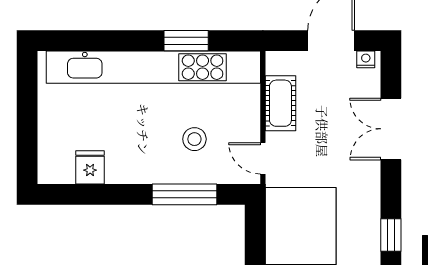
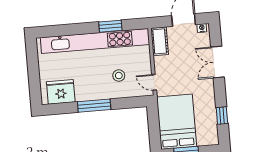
cot: (280, 103) -> (160, 41), moved
fridge: (90, 167) -> (61, 92), width x1.88, depth x1.34
window: (184, 194) -> (94, 106), moved

